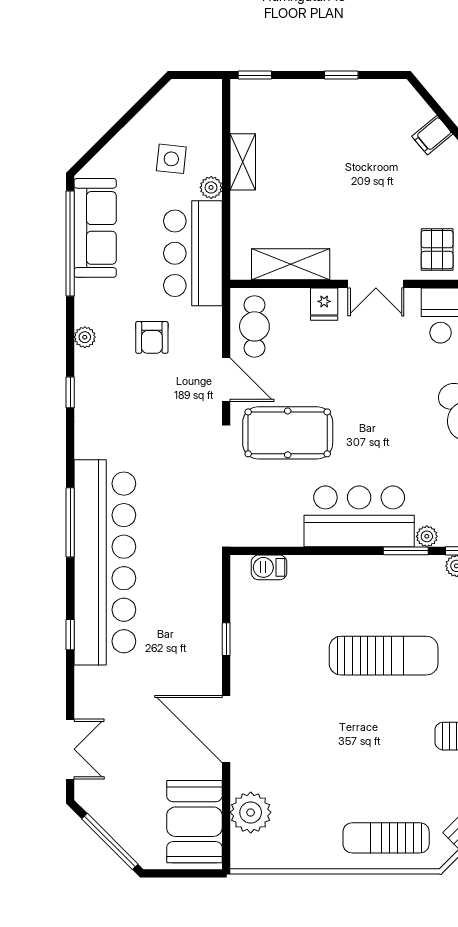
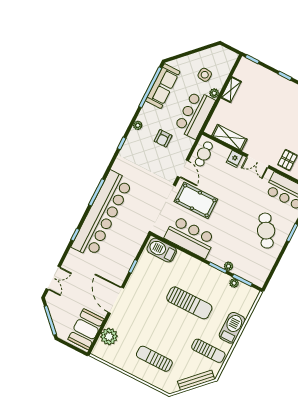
bar counter: (359, 516) -> (190, 237), moved
barbecue: (269, 567) -> (162, 250), width x1.88, depth x1.53
sun lounger: (386, 838) -> (154, 359), moved

